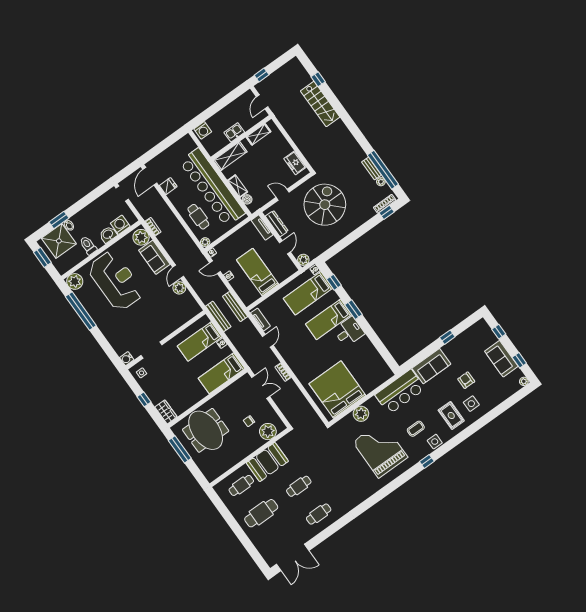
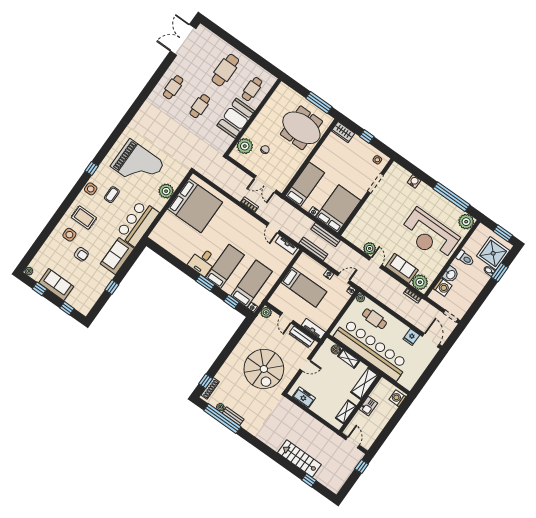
bed: (200, 341) -> (338, 209), width x1.50
water cooler: (127, 359) -> (414, 181), moved

